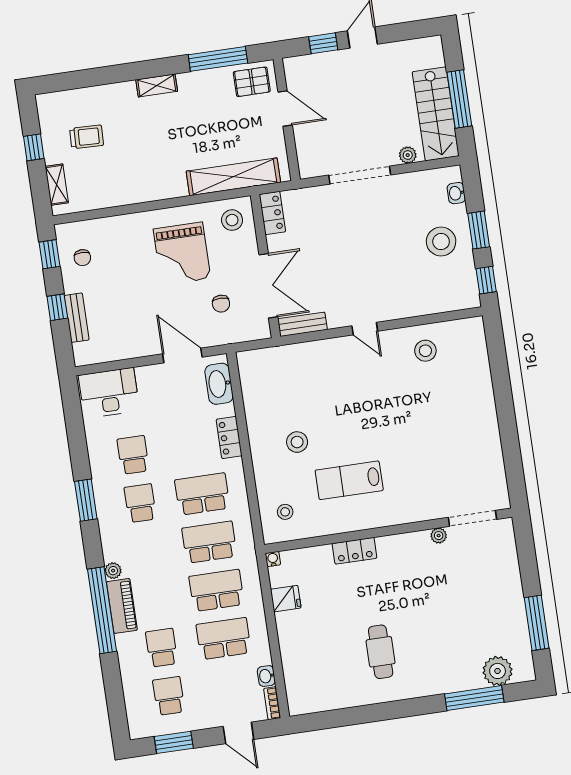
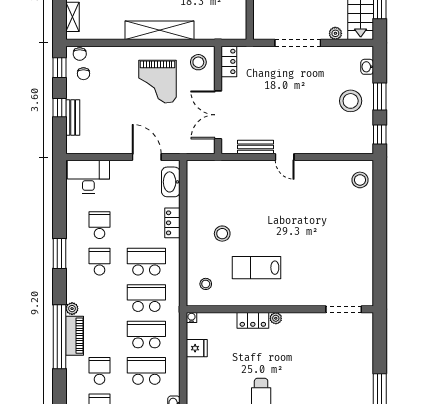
shelving: (233, 177) -> (160, 30), moved
double door: (268, 286) -> (218, 115), swing flipped
chair: (221, 304) -> (80, 54), moved
bench: (302, 324) -> (255, 147), moved
stool: (425, 351) -> (360, 180), moved
plant: (439, 536) -> (276, 318), moved

